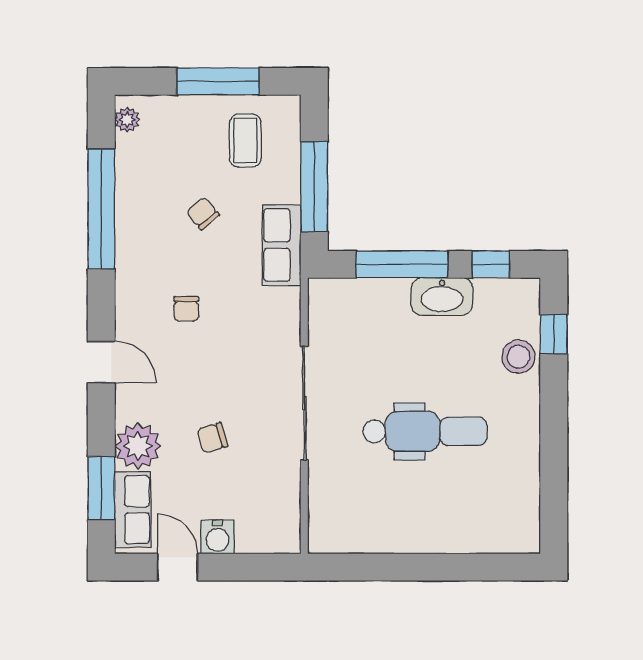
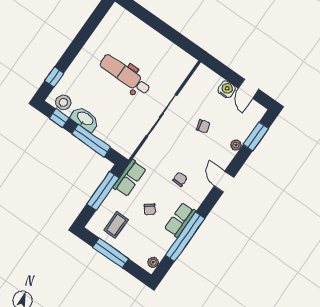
stool: (518, 357) -> (63, 102), moved
plant: (138, 446) -> (236, 145), width x0.53, depth x0.53
row of seats: (133, 510) -> (180, 220), moved

